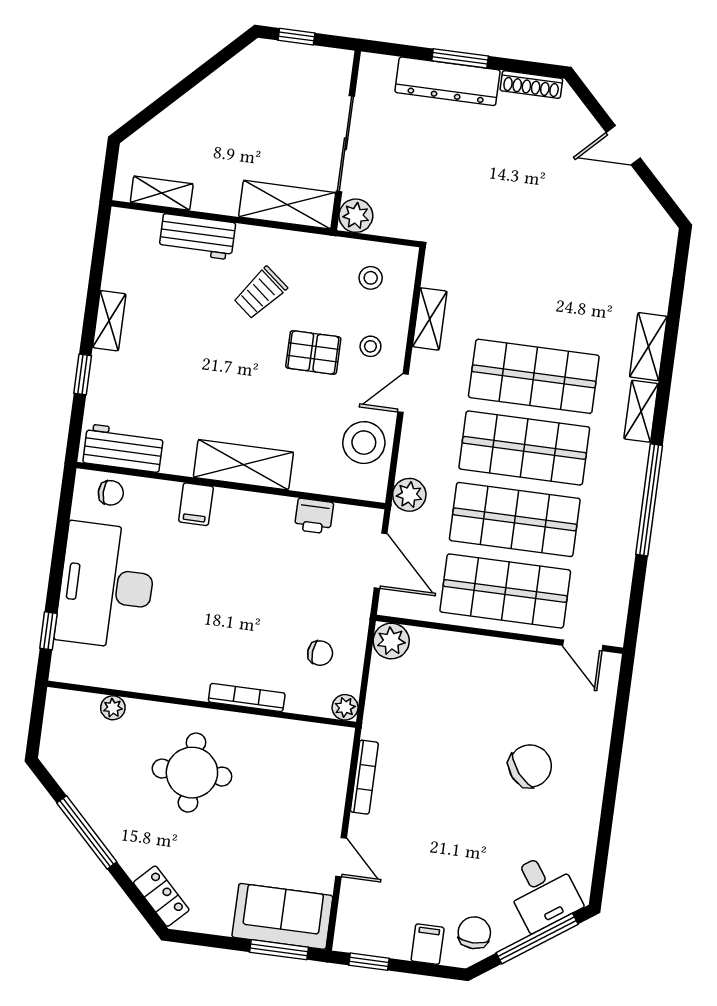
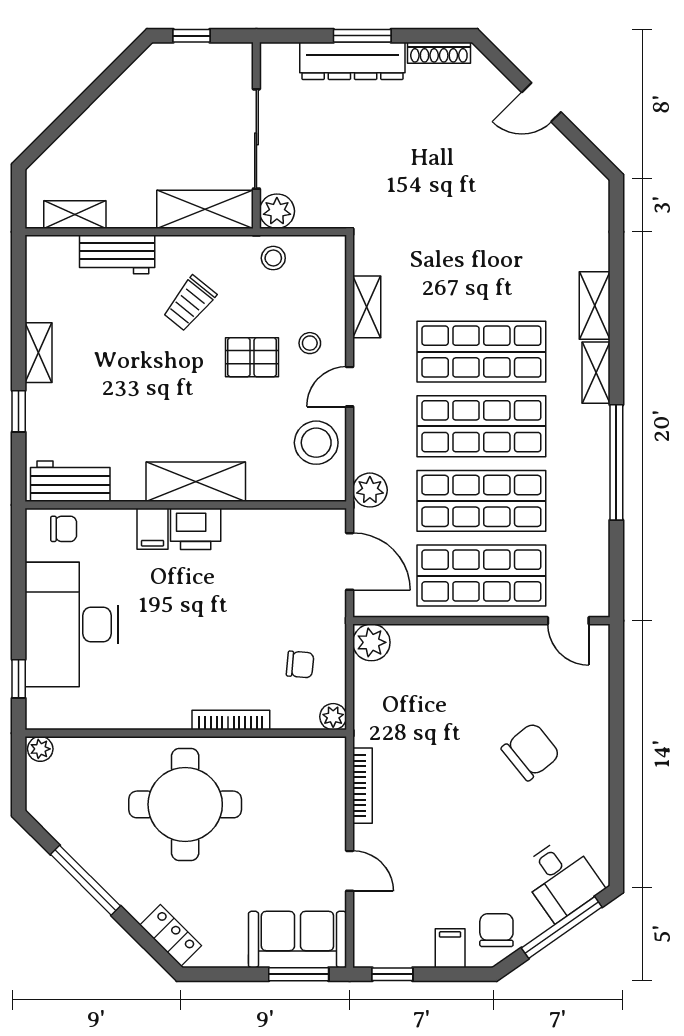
stool: (371, 278) -> (273, 258), moved
printer: (314, 516) -> (196, 529), moved, width x1.36, depth x1.24
plant: (113, 708) -> (40, 749), moved
round table: (192, 773) -> (185, 804), width x1.36, depth x1.36

